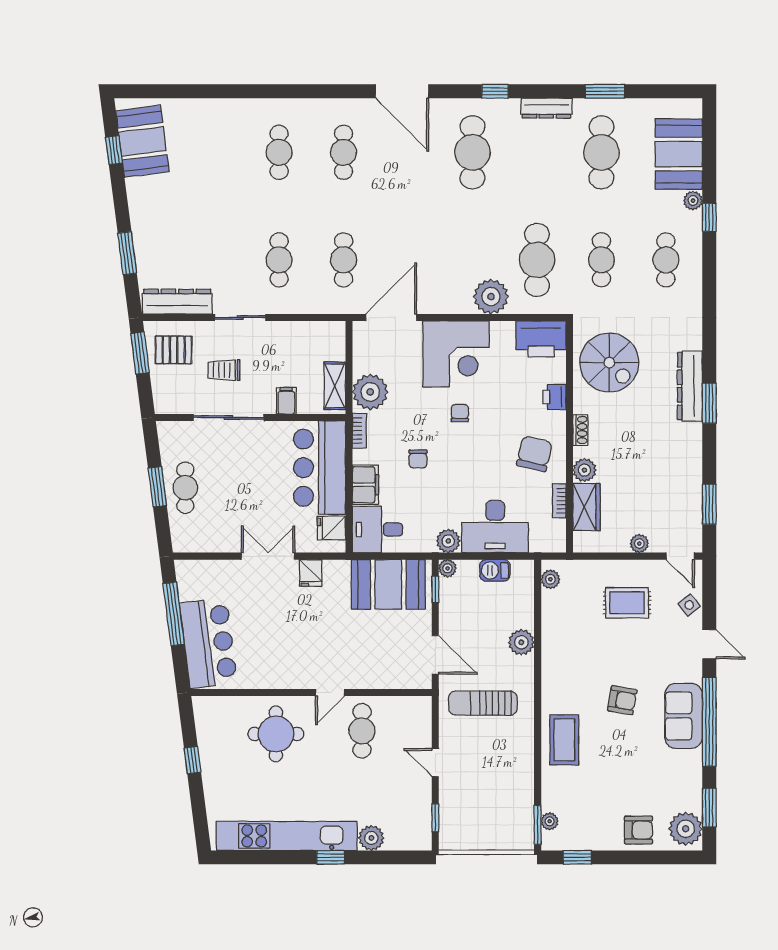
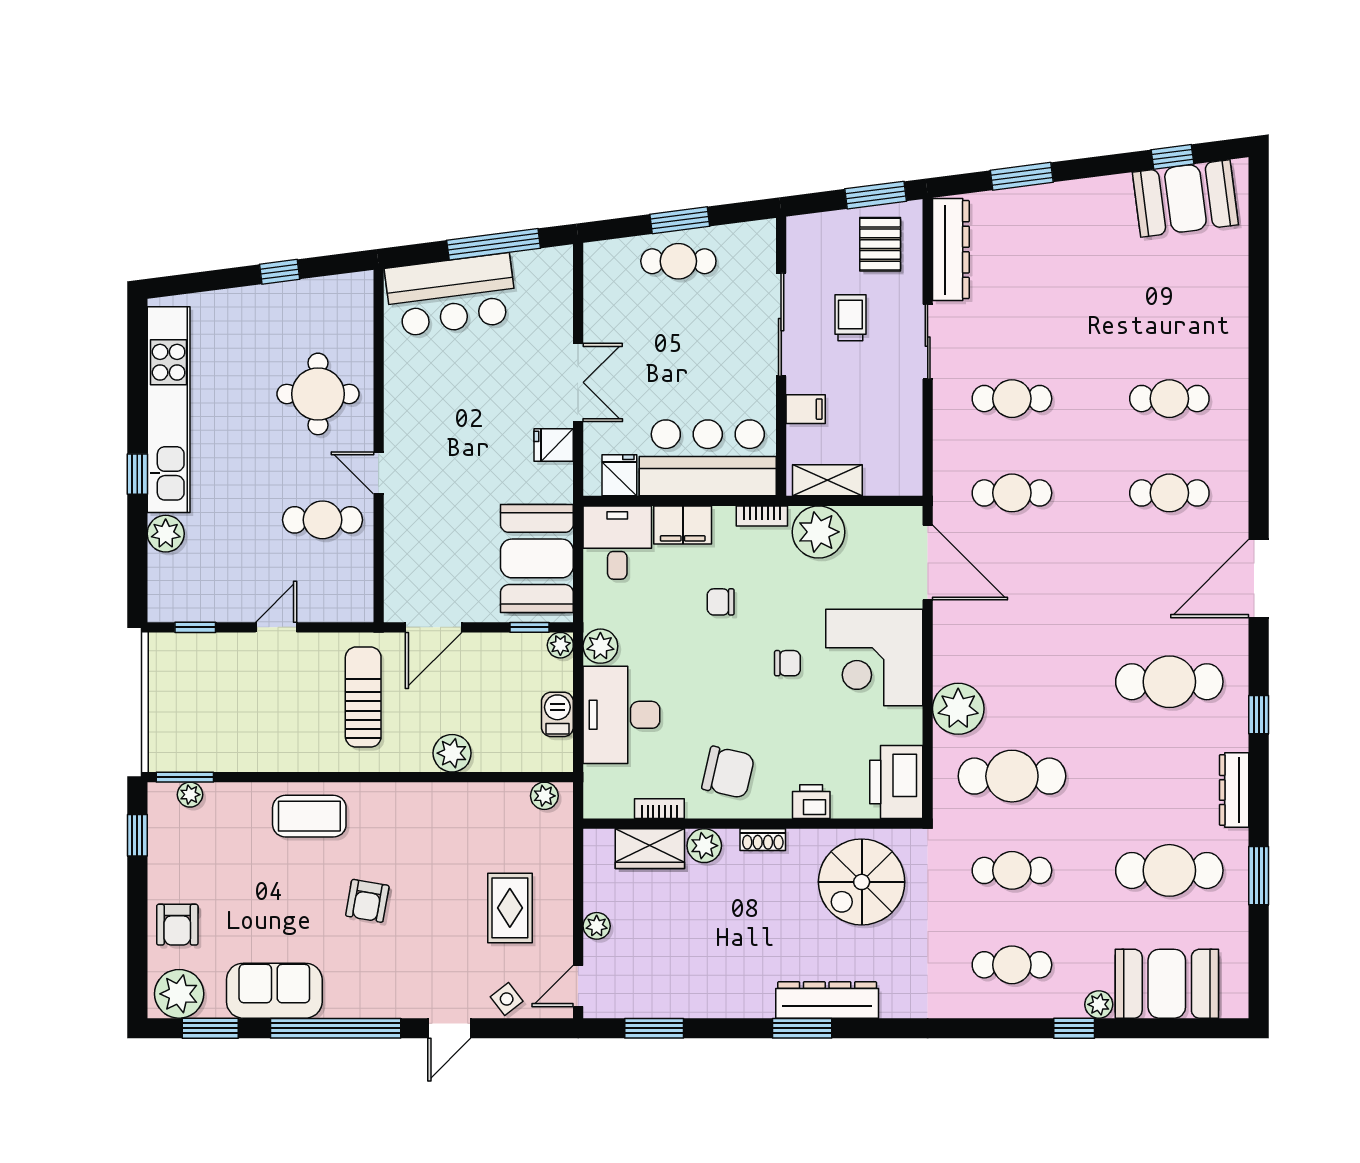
sofa: (684, 716) -> (274, 991), moved

